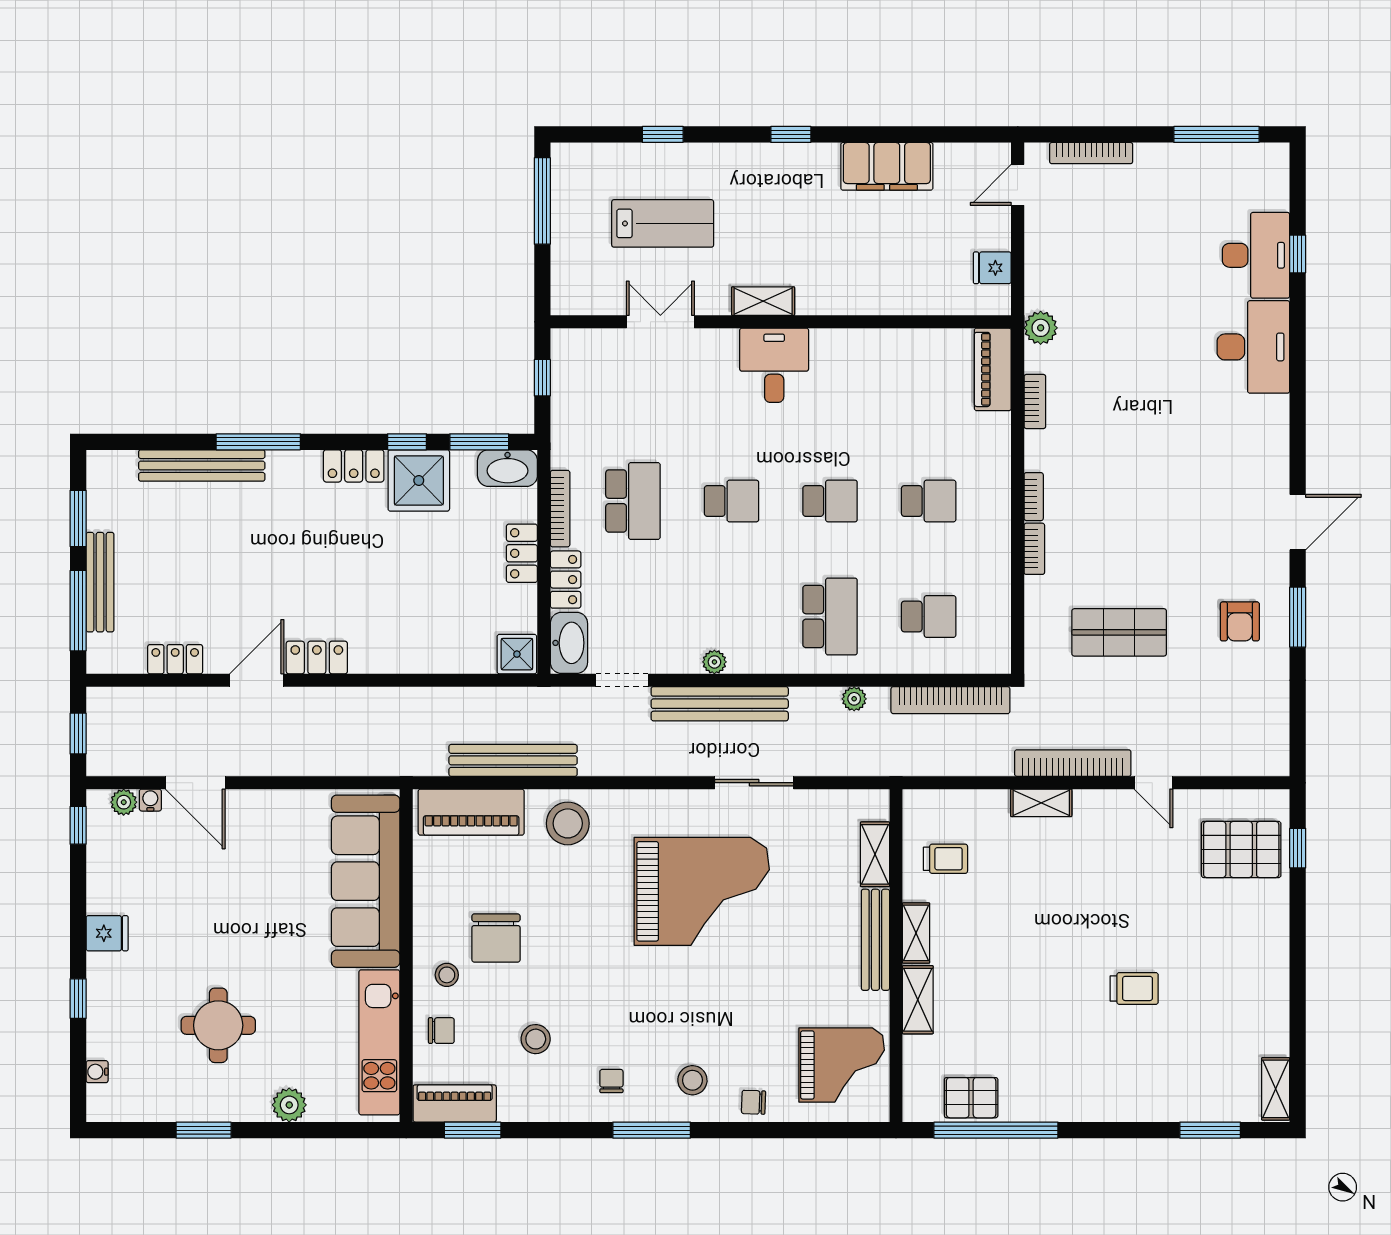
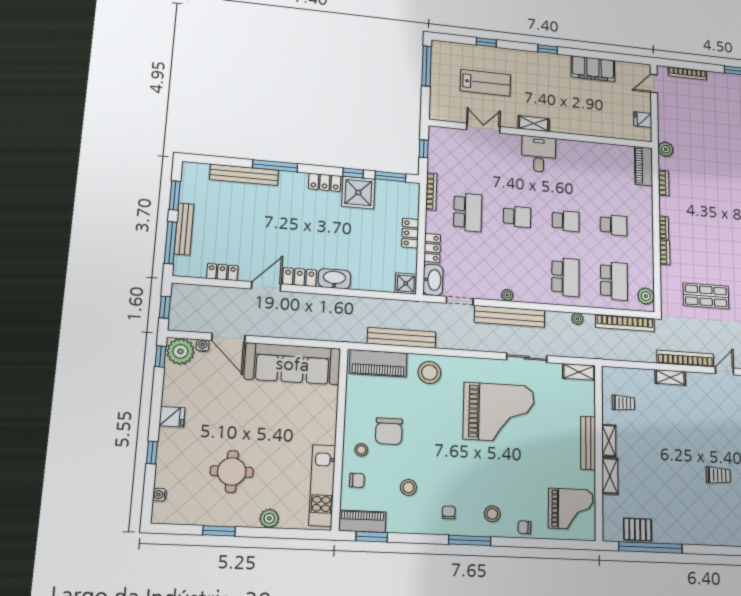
washbasin: (507, 468) -> (334, 279), moved, turned 180
bookcase: (560, 509) -> (431, 191), moved
school desk: (929, 616) -> (614, 281), width x1.85
plant: (994, 643) -> (646, 296), added
door: (1153, 783) -> (724, 371), swing flipped
plant: (124, 802) -> (180, 351), width x1.88, depth x1.88
shelving: (875, 854) -> (579, 372), moved, turned 90
sofa: (366, 881) -> (293, 364), moved, turned -90

